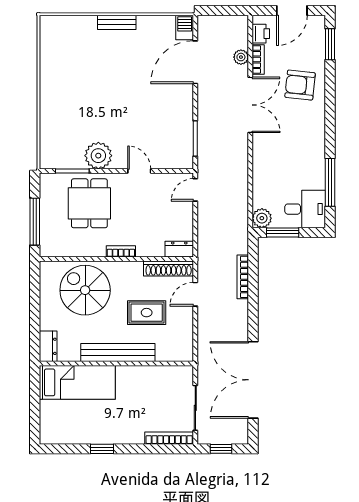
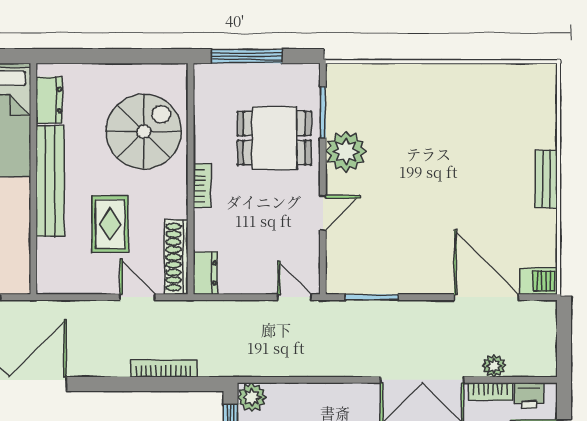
dresser: (48, 346) -> (49, 100), moved, turned -90

